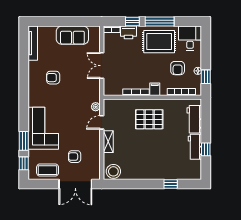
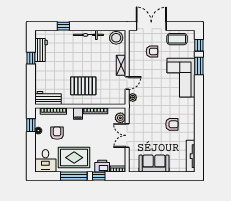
double door: (102, 66) -> (127, 135), swing flipped
plant: (109, 85) -> (120, 118), added
workbench: (194, 119) -> (48, 98), moved, turned -90
workbench: (195, 147) -> (41, 50), moved
bicycle: (143, 174) -> (88, 35), added

